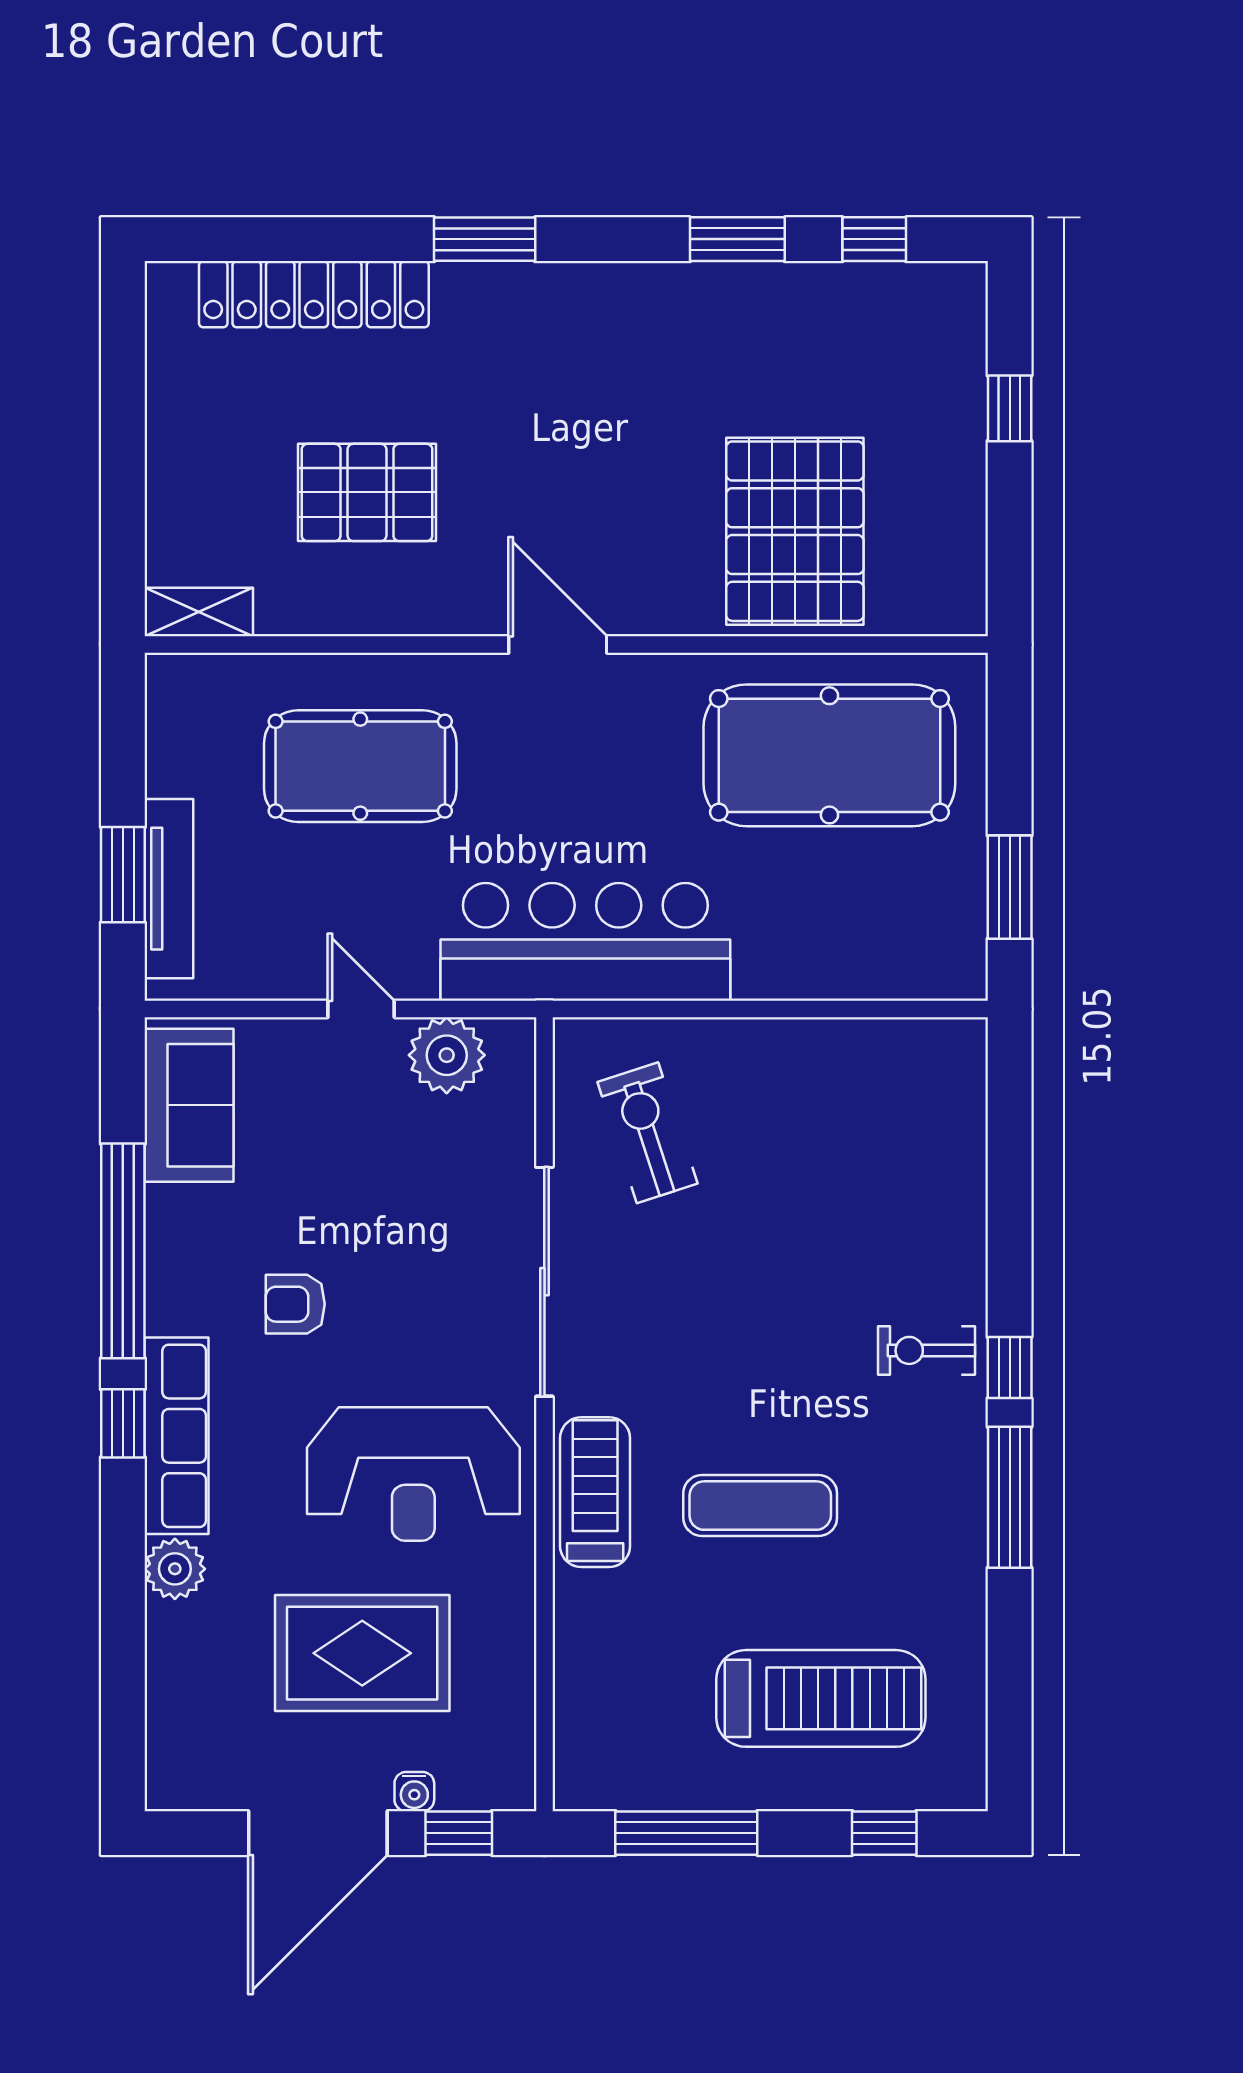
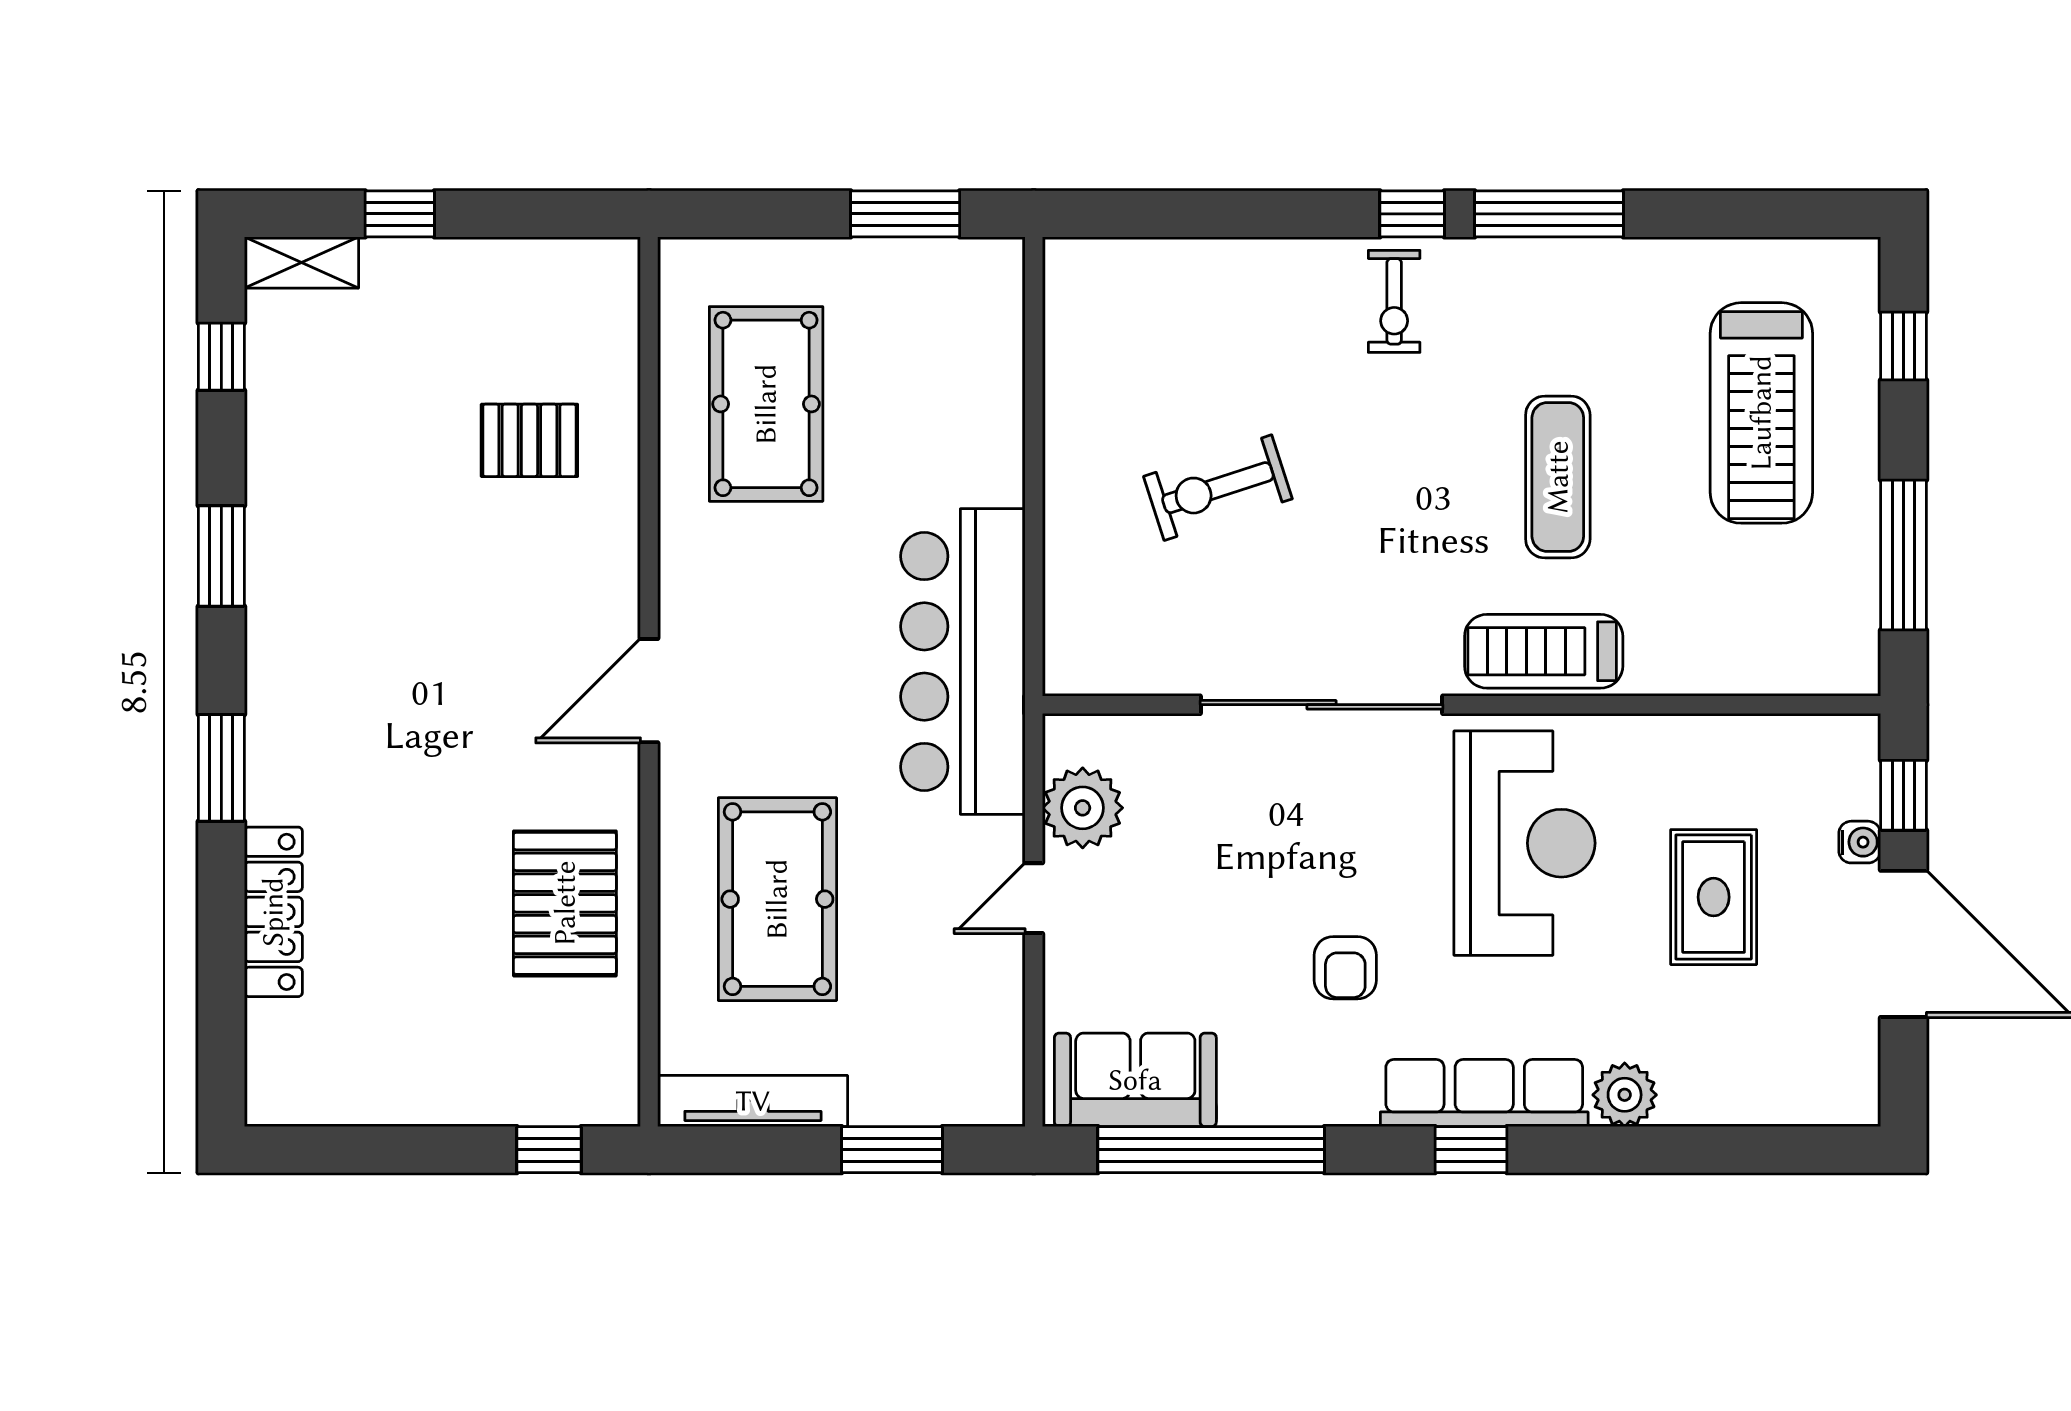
window: (737, 239) -> (221, 556), moved
locker: (314, 294) -> (273, 912), width x0.71, depth x0.83
pallet: (367, 492) -> (565, 903), moved
pallet: (795, 531) -> (529, 440), width x0.49, depth x0.50
window: (123, 550) -> (549, 1150), added
shelving: (199, 612) -> (301, 262), moved, turned 90
pool table: (829, 755) -> (766, 404), width x0.73, depth x0.76
tv unit: (169, 889) -> (753, 1101), moved
exercise bike: (647, 1133) -> (1218, 488), moved
window: (123, 1251) -> (1211, 1150), moved
rug: (362, 1653) -> (1714, 897), width x0.73, depth x0.70
treadmill: (821, 1698) -> (1761, 413), turned 180

